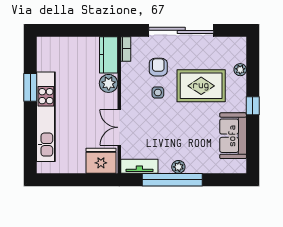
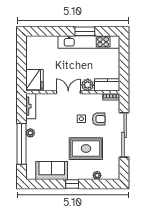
rug: (201, 86) -> (86, 149), turned 90
kitchen unit: (46, 117) -> (89, 42), moved
double door: (119, 127) -> (68, 92), moved
window: (172, 180) -> (21, 144), moved

